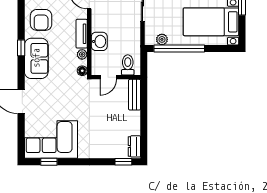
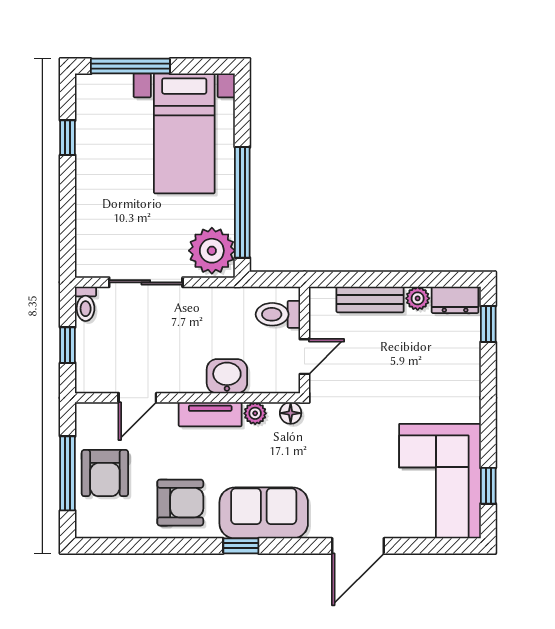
plant: (162, 39) -> (212, 251), width x1.88, depth x1.88
door: (108, 77) -> (305, 357), hinge flipped
bench: (135, 95) -> (370, 300), moved
plant: (135, 129) -> (418, 298), added

